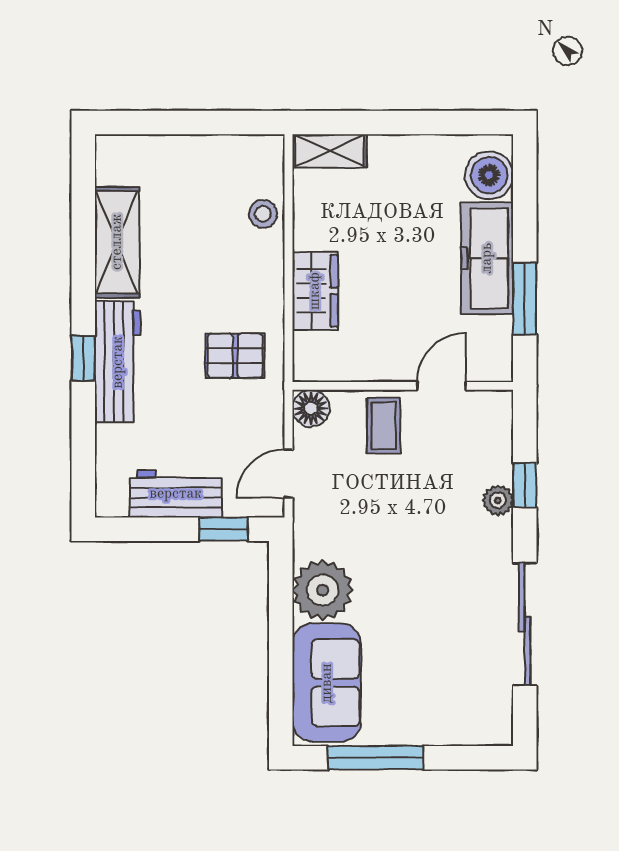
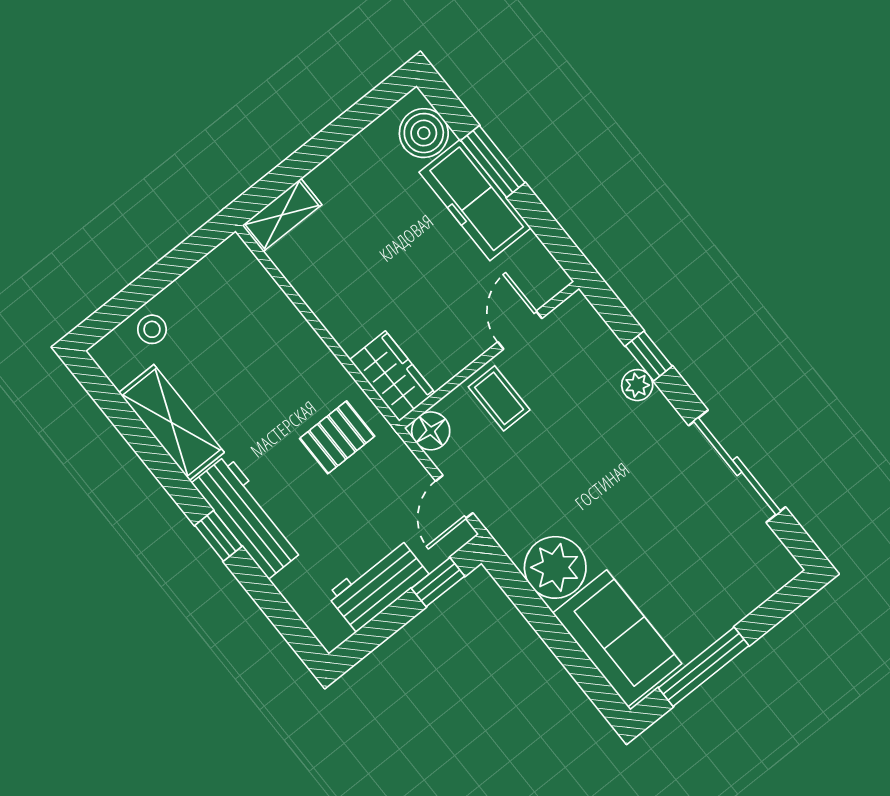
stool: (263, 214) -> (152, 329), moved
wardrobe: (315, 291) -> (392, 376), moved
window: (525, 299) -> (493, 162), moved

